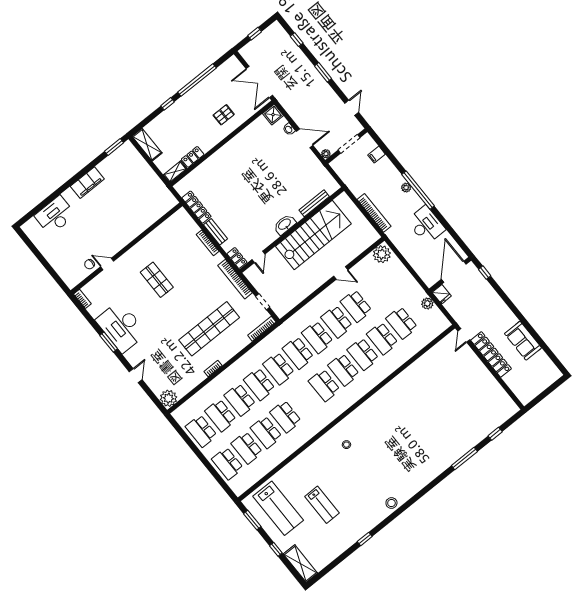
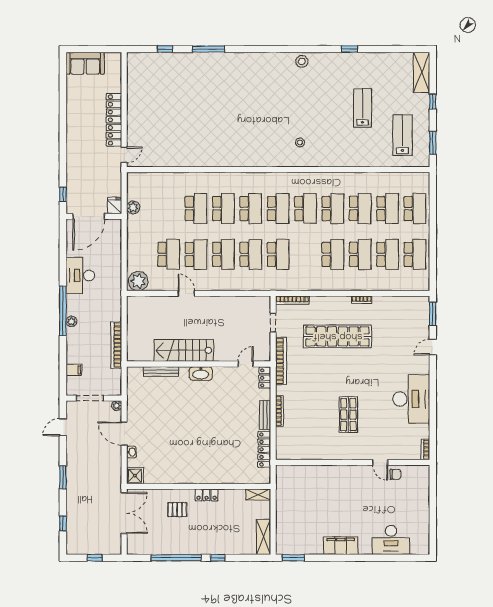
locker: (193, 157) -> (207, 495), moved
bookcase: (374, 213) -> (116, 345), moved
stairs: (313, 235) -> (184, 350), width x0.73, depth x0.66
school desk: (402, 323) -> (169, 254), moved
sofa: (523, 341) -> (85, 63), moved, turned 90
window: (109, 342) -> (433, 314), moved
school desk: (279, 369) -> (305, 209), moved
plant: (168, 398) -> (420, 305), removed
lab bench: (278, 508) -> (402, 135), width x0.73, depth x0.72

